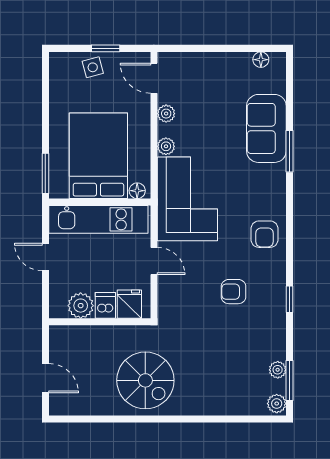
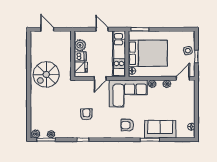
armchair: (265, 234) -> (127, 125), moved
door: (45, 257) -> (102, 29), hinge flipped
door: (45, 378) -> (47, 29), swing flipped

